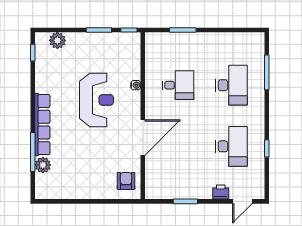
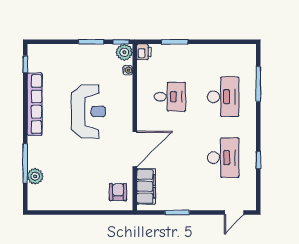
plant: (57, 40) -> (124, 52), moved
water cooler: (136, 85) -> (128, 70), moved
row of seats: (42, 125) -> (35, 104), moved
filing cabinet: (154, 175) -> (146, 186), added
printer: (221, 192) -> (144, 52), moved, turned 90

